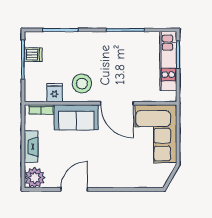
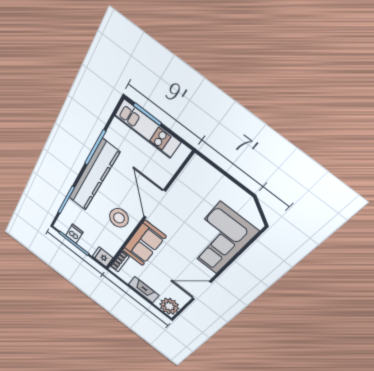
kitchen counter: (101, 41) -> (93, 176), added
fridge: (55, 93) -> (103, 257), moved
door: (117, 103) -> (155, 204), swing flipped
corner sofa: (156, 134) -> (218, 239), moved, turned 90
door: (74, 189) -> (202, 290), hinge flipped

